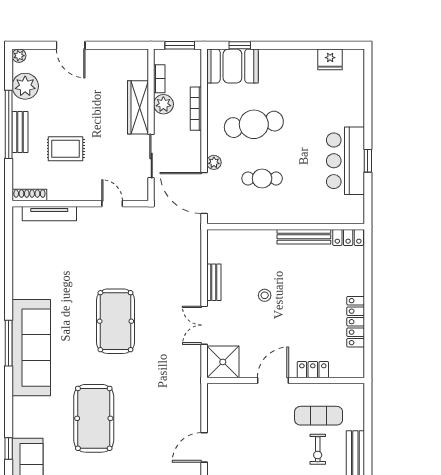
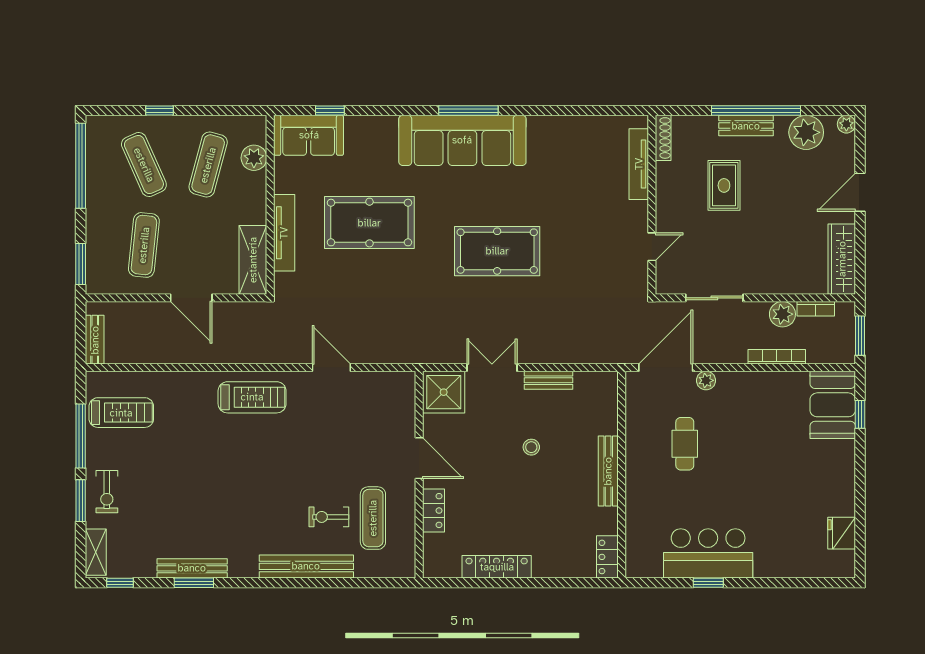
wardrobe: (138, 107) -> (842, 259), moved, turned -90
cafe table: (254, 124) -> (756, 433), removed
bench: (304, 237) -> (608, 471), moved

